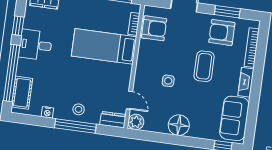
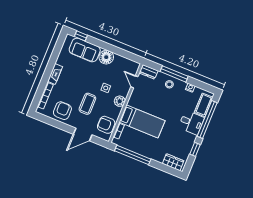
window: (227, 12) -> (55, 123), removed
armchair: (222, 33) -> (62, 111), turned -90
desk: (36, 45) -> (191, 123), moved
coffee table: (204, 66) -> (87, 104), moved
sofa: (234, 118) -> (85, 50), moved, turned 90
plant: (136, 122) -> (120, 101), moved

